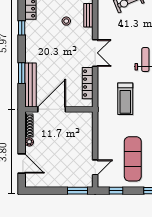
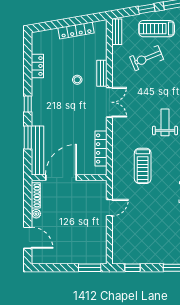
window: (22, 28) -> (28, 104), moved
double door: (95, 53) -> (109, 102), moved
exercise mat: (133, 159) -> (151, 233), removed
door: (95, 167) -> (109, 208), moved

